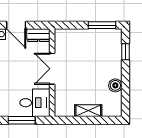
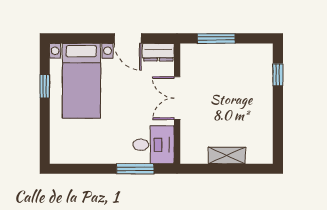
window: (102, 25) -> (216, 38), moved
boiler: (115, 85) -> (264, 121), removed

